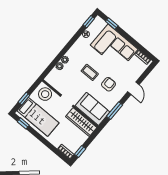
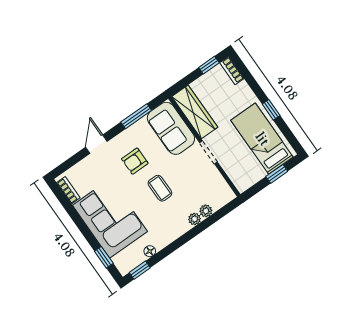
stool: (45, 94) -> (241, 172), removed
window: (23, 123) -> (271, 110), moved

